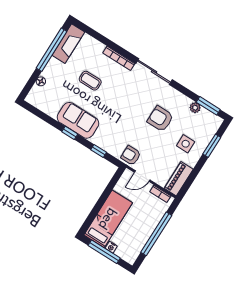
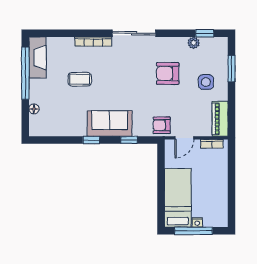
window: (208, 106) -> (205, 33), width x0.67
sofa: (78, 120) -> (110, 124), moved
window: (156, 234) -> (232, 184), removed

